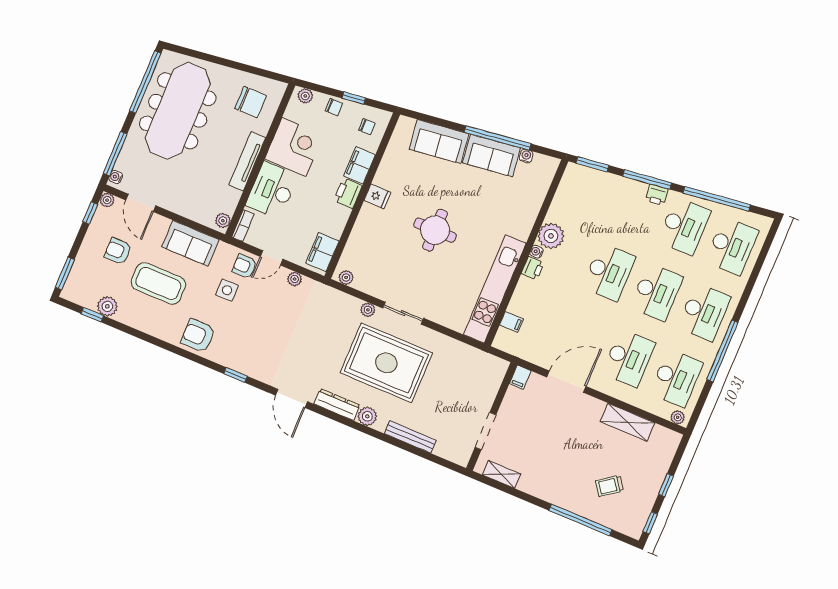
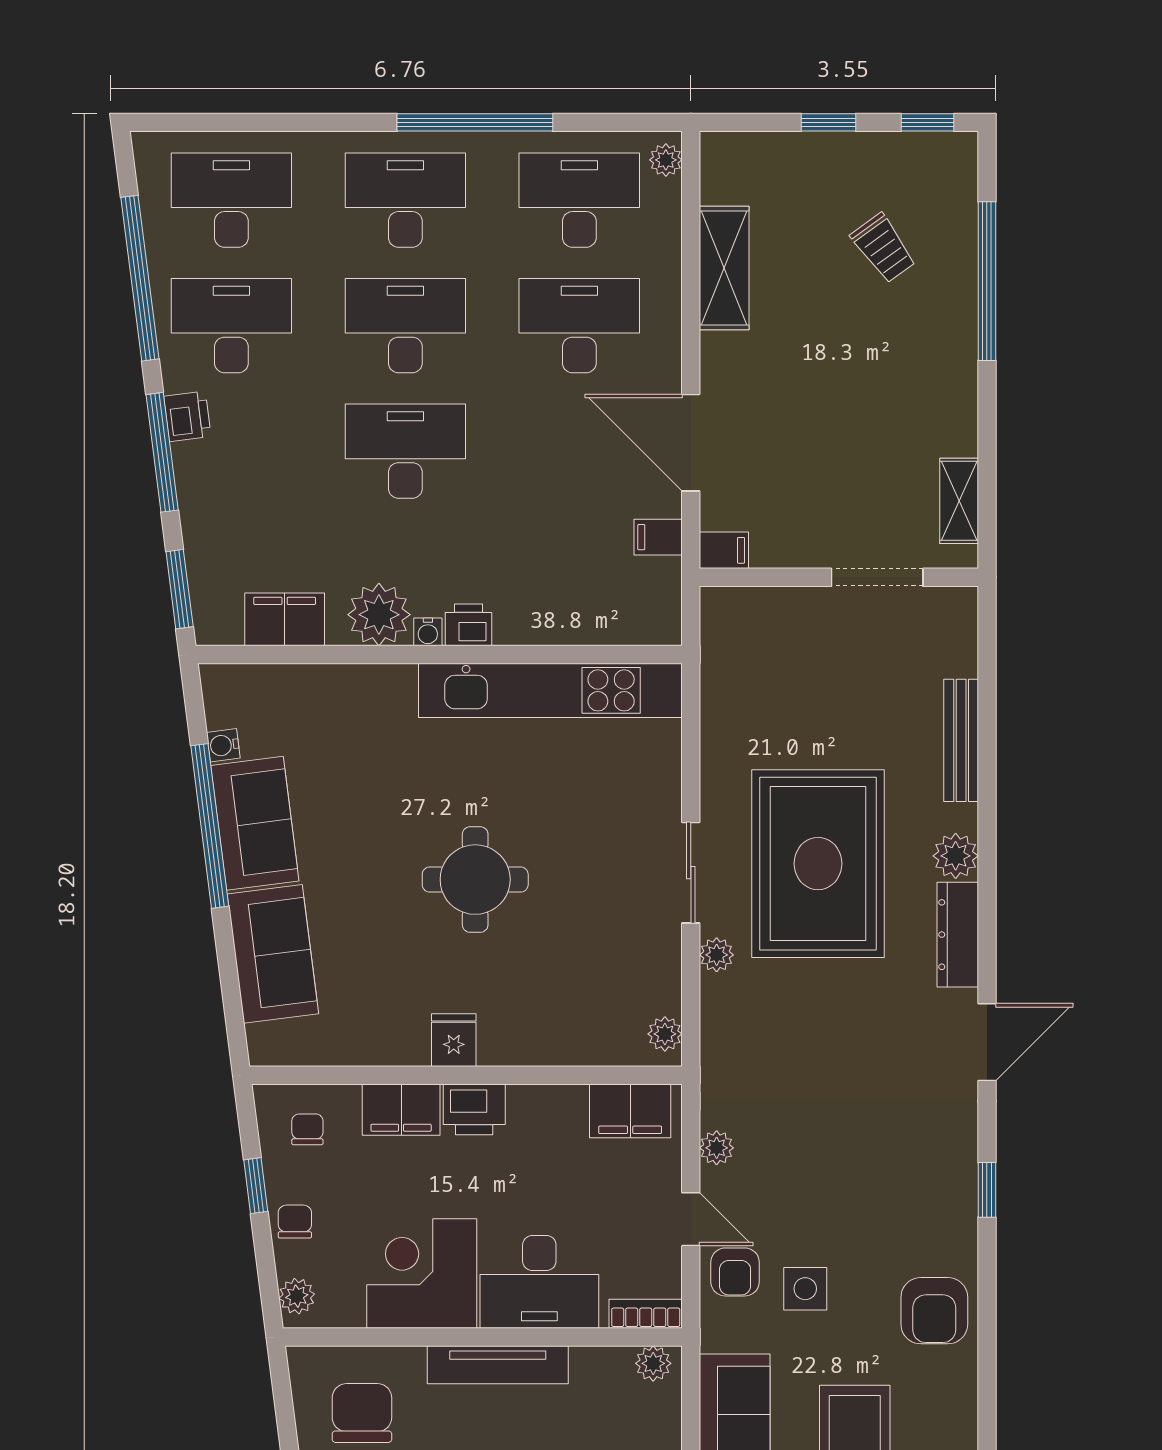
filing cabinet: (564, 199) -> (285, 619), added
filing cabinet: (511, 322) -> (658, 537), moved, turned -90

